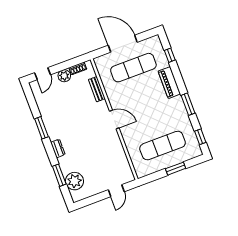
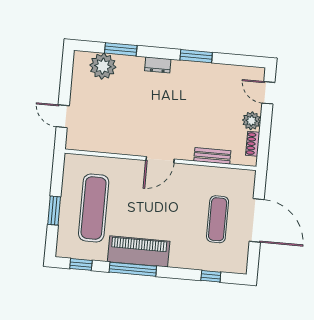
door: (123, 44) -> (257, 220), hinge flipped
exercise mat: (133, 68) -> (218, 219), width x0.73, depth x0.69
piano: (169, 83) -> (139, 251), moved, width x1.37, depth x1.33
window: (188, 104) -> (133, 269), width x1.44

